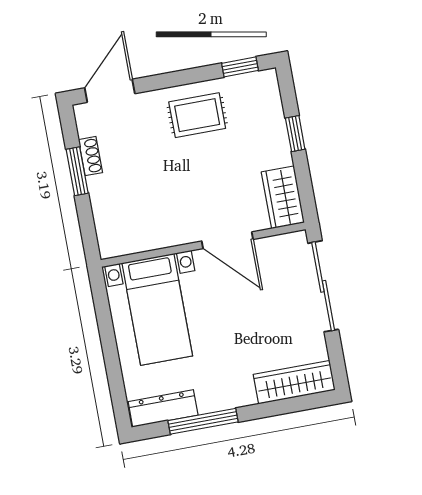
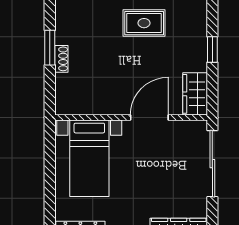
shoe rack: (90, 156) -> (61, 59), moved
door: (227, 240) -> (149, 118), swing flipped

